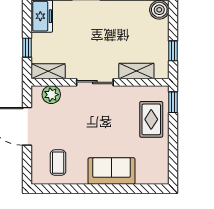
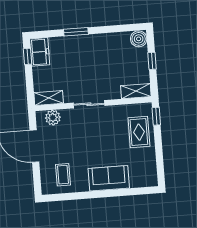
window: (27, 48) -> (27, 56), moved
window: (173, 51) -> (152, 61), moved
shelving: (136, 71) -> (136, 91), moved

